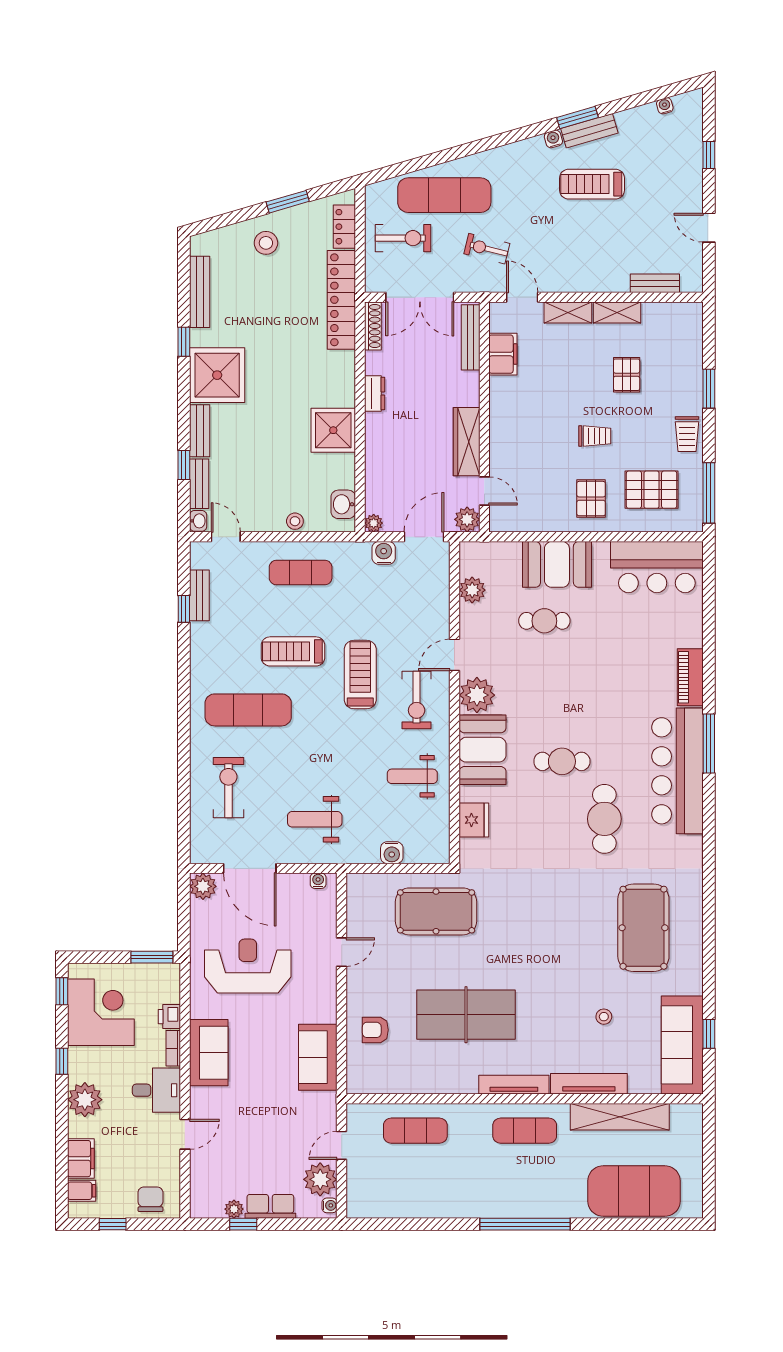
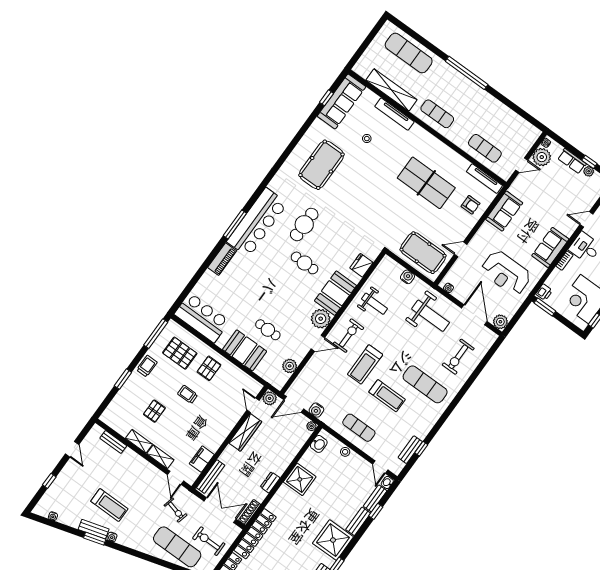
weight bench: (315, 819) -> (431, 316), width x1.36, depth x1.33
pool table: (436, 911) -> (423, 253), moved
printer: (169, 1017) -> (544, 292), moved
tv unit: (514, 1085) -> (484, 179), moved
exercise mat: (634, 1191) -> (409, 53), width x0.68

